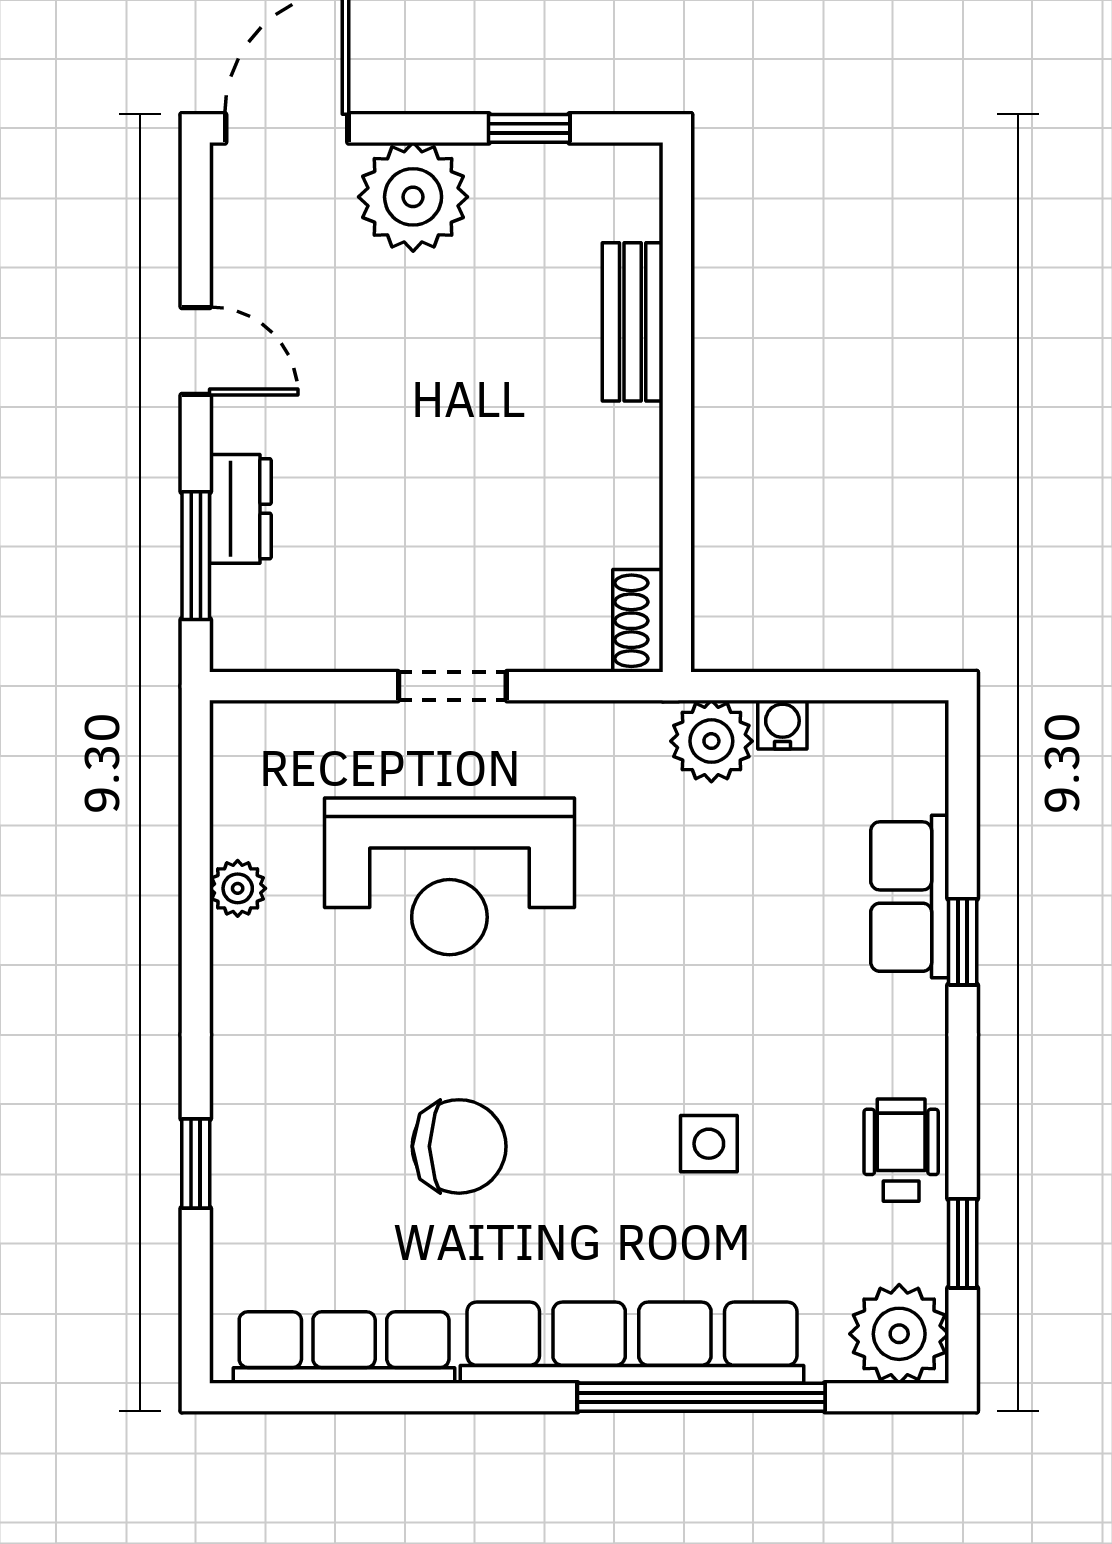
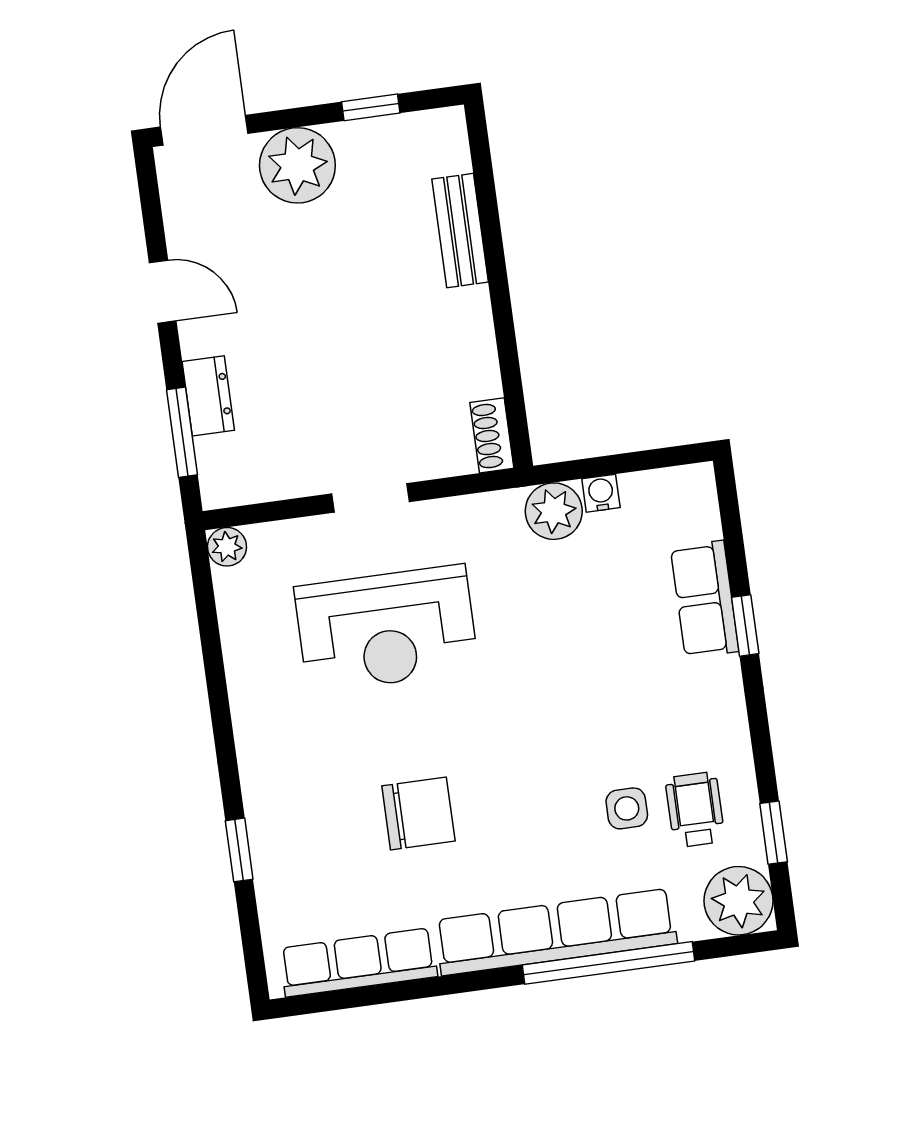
plant: (238, 888) -> (227, 547), moved
side table: (709, 1144) -> (627, 808), moved
wheelchair: (901, 1150) -> (695, 810), moved

